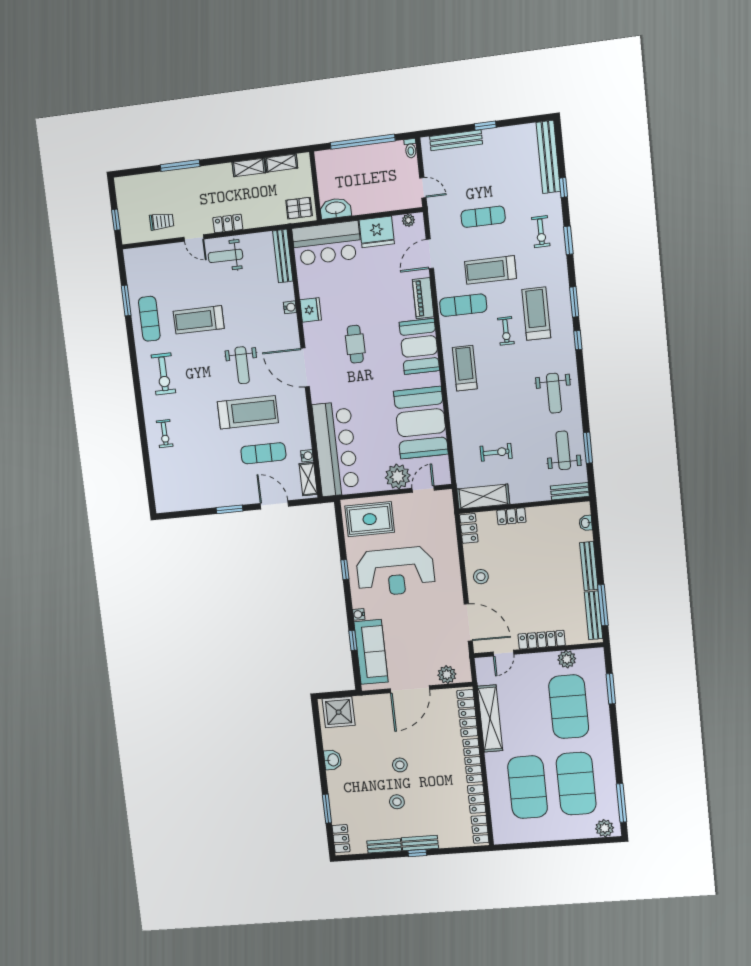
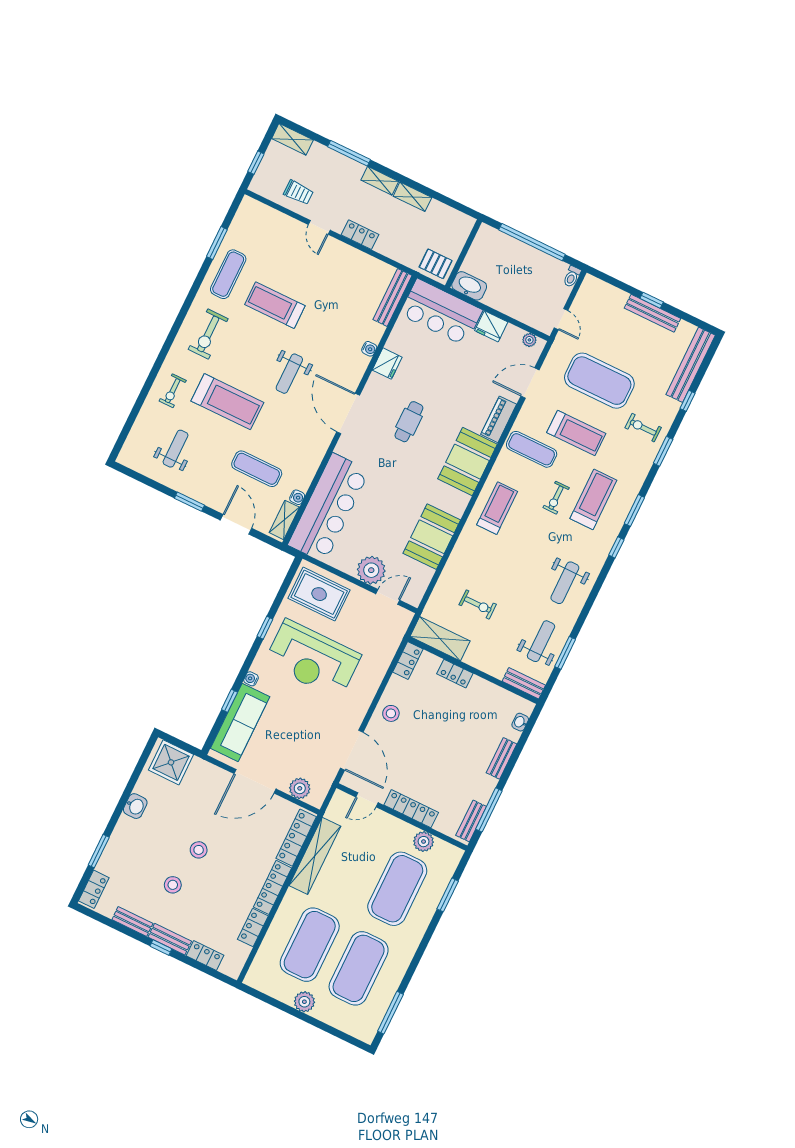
bench: (456, 140) -> (653, 313), moved
shelving: (281, 163) -> (380, 181), moved
shelving: (131, 183) -> (292, 139), added
exercise mat: (483, 217) -> (599, 381), width x2.00, depth x1.45
fridge: (377, 232) -> (491, 326), width x0.73, depth x0.75
exercise bike: (541, 232) -> (643, 428), turned 90
weight bench: (225, 256) -> (176, 449), moved, turned 90
treadmill: (490, 270) -> (576, 433), turned 180
treadmill: (248, 412) -> (227, 402), moved
booth: (421, 423) -> (432, 537), width x0.73, depth x0.70
bench: (589, 566) -> (502, 758), width x0.73
bench: (594, 615) -> (471, 821), width x0.73
plant: (605, 828) -> (304, 1002), moved
locker: (480, 829) -> (205, 955), moved, turned 90

